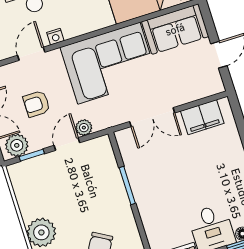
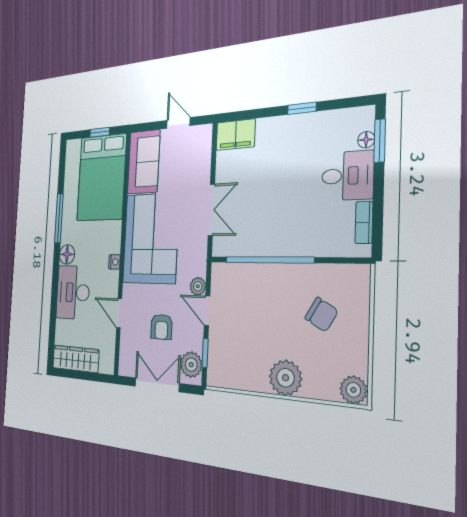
nightstand: (55, 37) -> (114, 262), moved
filing cabinet: (202, 117) -> (236, 135), moved, turned 90
window: (127, 186) -> (269, 260), width x2.11

